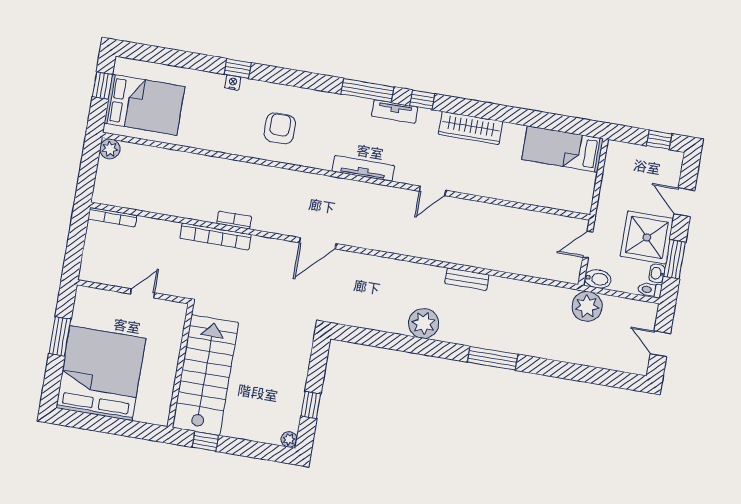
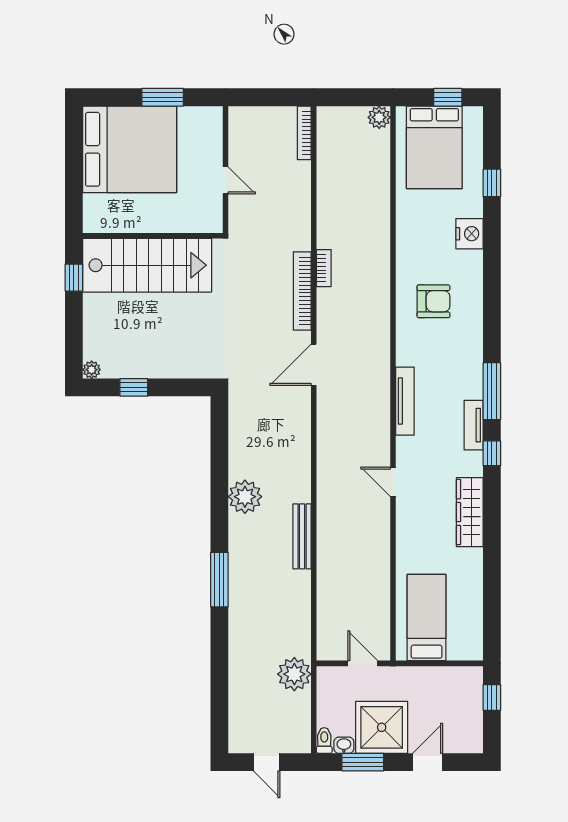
window: (238, 69) -> (492, 183), moved
nightstand: (233, 83) -> (469, 234), width x1.89, depth x1.79
window: (659, 140) -> (492, 697), moved
bed: (562, 149) -> (427, 618), moved
bookcase: (216, 236) -> (302, 291), moved
door: (318, 243) -> (314, 365), hinge flipped
bench: (467, 279) -> (302, 536), width x1.36
bidet: (598, 279) -> (327, 681), removed
door: (660, 344) -> (267, 762), swing flipped

